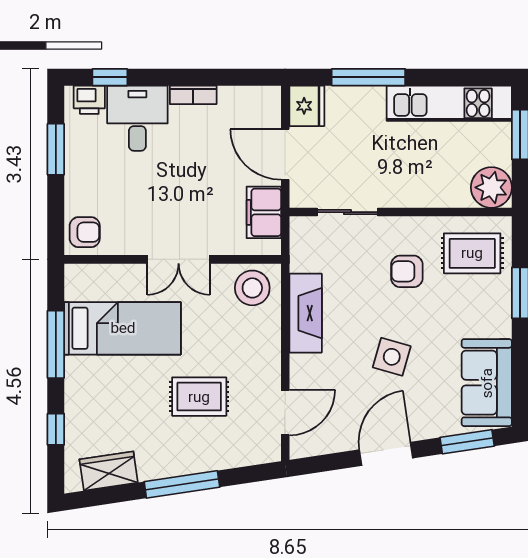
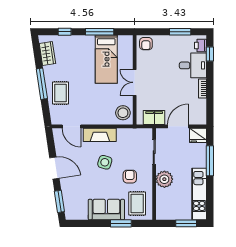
plant: (491, 187) -> (164, 179), moved
fireplace: (306, 313) -> (100, 135), moved
side table: (392, 357) -> (105, 162), moved
sofa: (487, 383) -> (106, 210), moved
rug: (199, 397) -> (61, 93), moved

